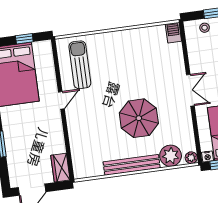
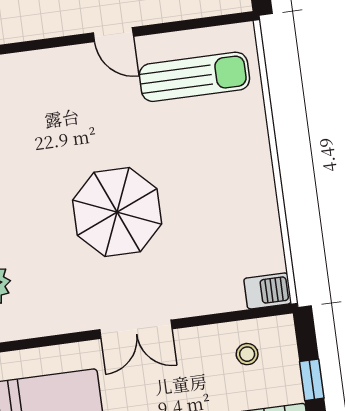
stool: (205, 28) -> (247, 354), moved
parasol: (139, 118) -> (117, 212), moved

